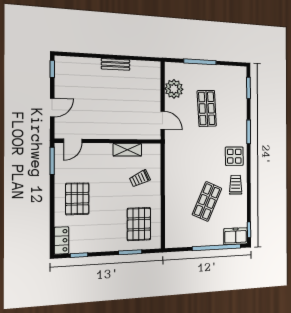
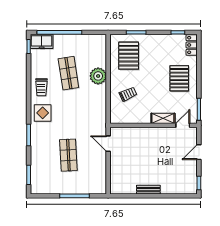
plant: (174, 89) -> (98, 76), moved
shelving: (127, 150) -> (163, 118), moved
shop shelf: (207, 201) -> (68, 73), turned -33

